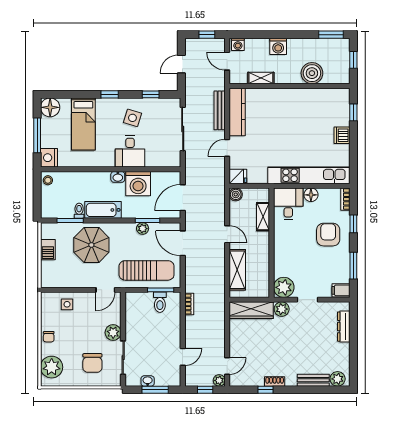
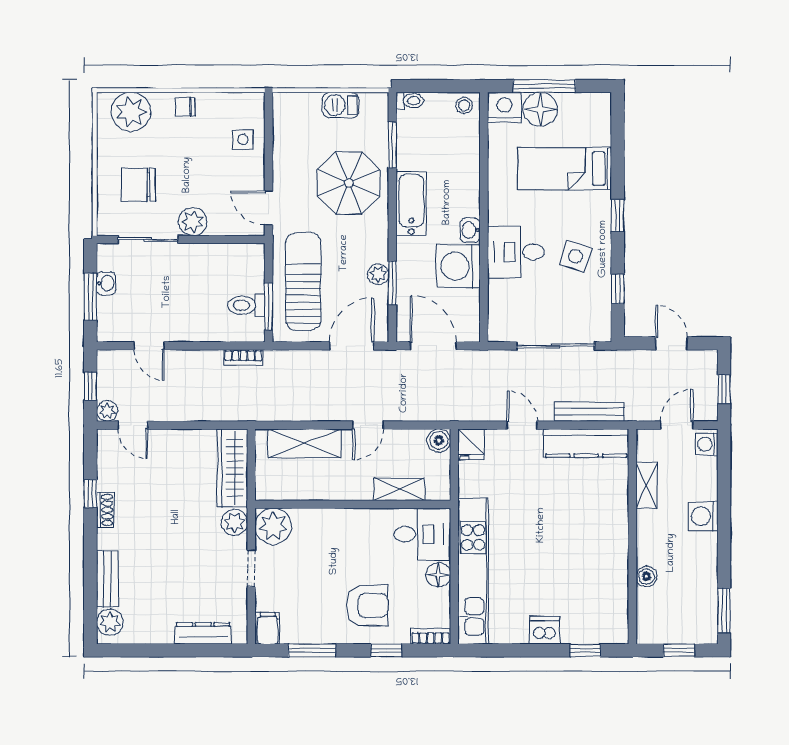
boiler: (312, 73) -> (646, 577), width x0.54, depth x0.54
floor lamp: (50, 107) -> (540, 109), moved
toilet: (79, 211) -> (410, 101), moved
sun lounger: (147, 270) -> (303, 281), turned 180

